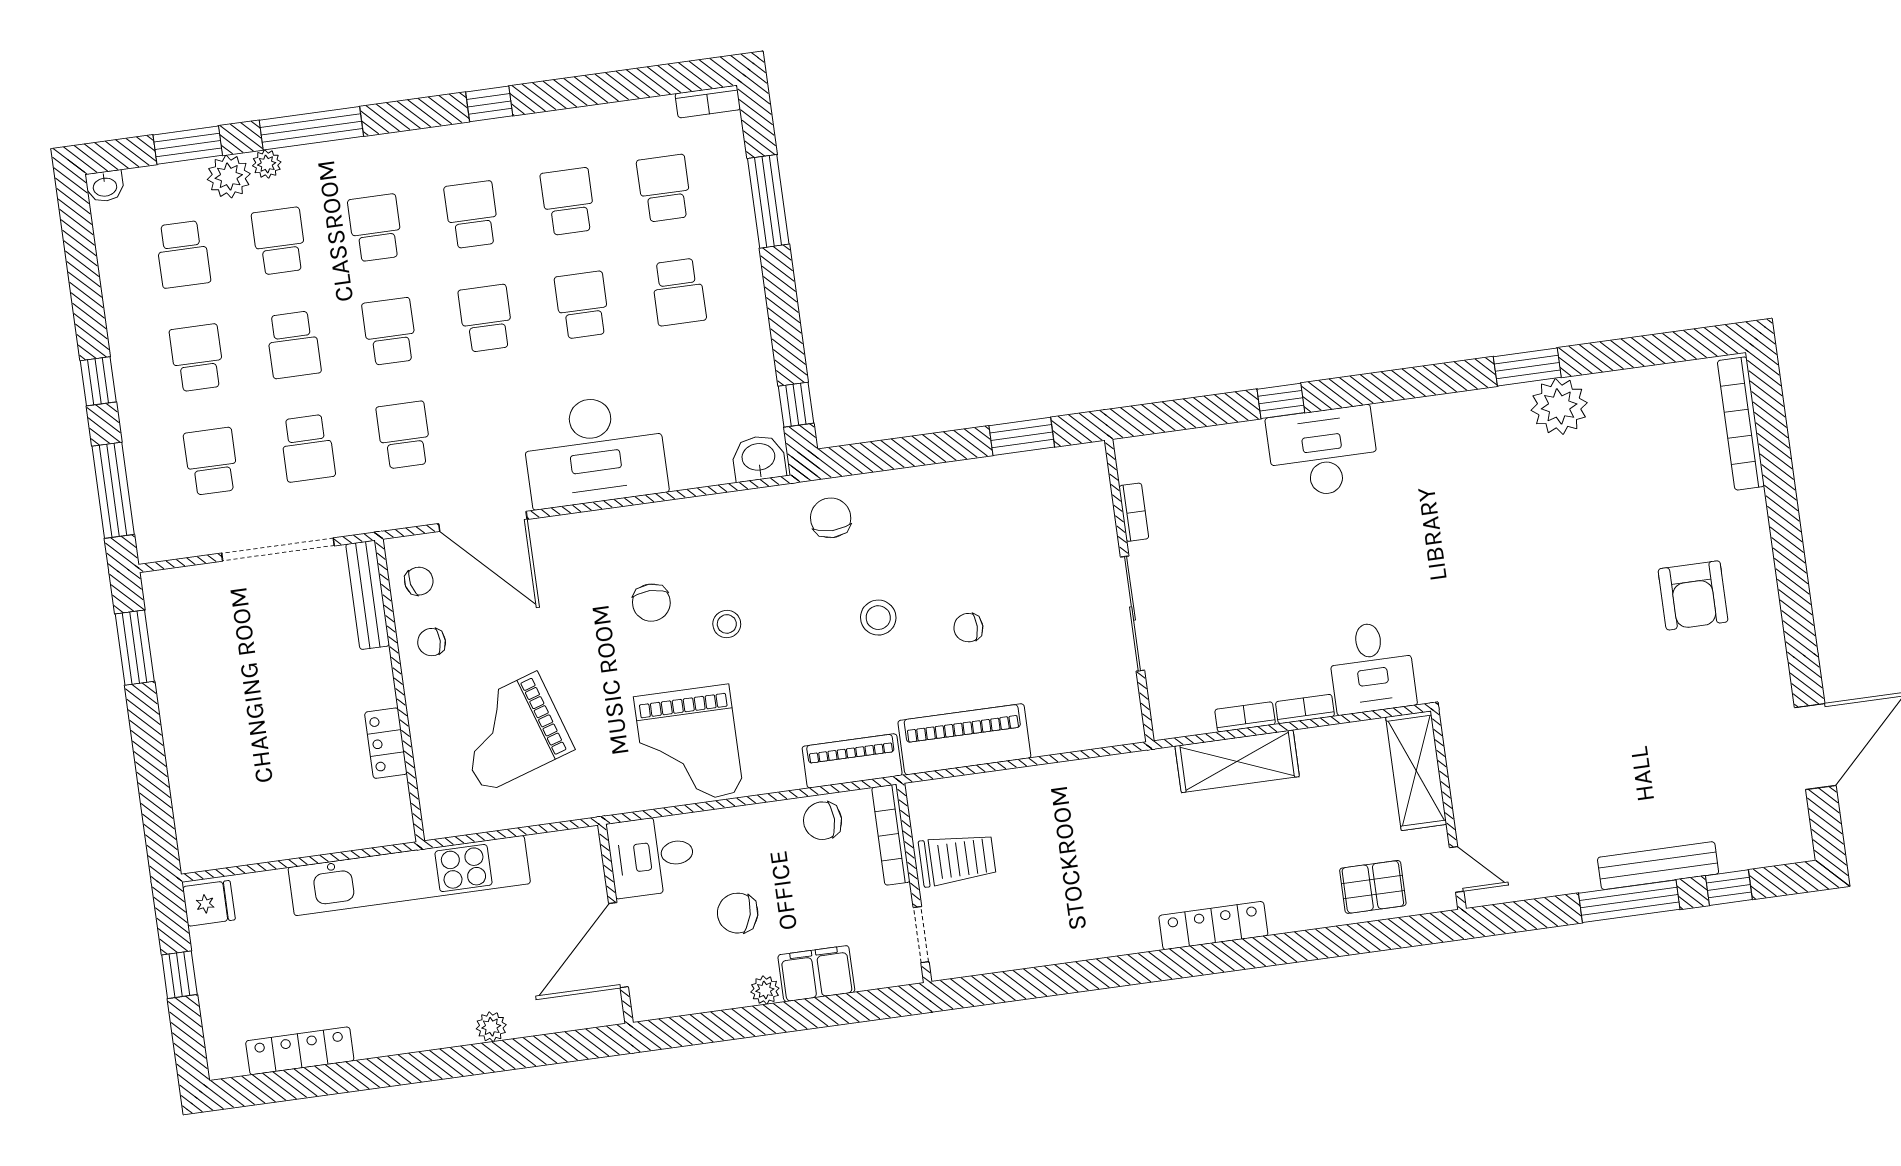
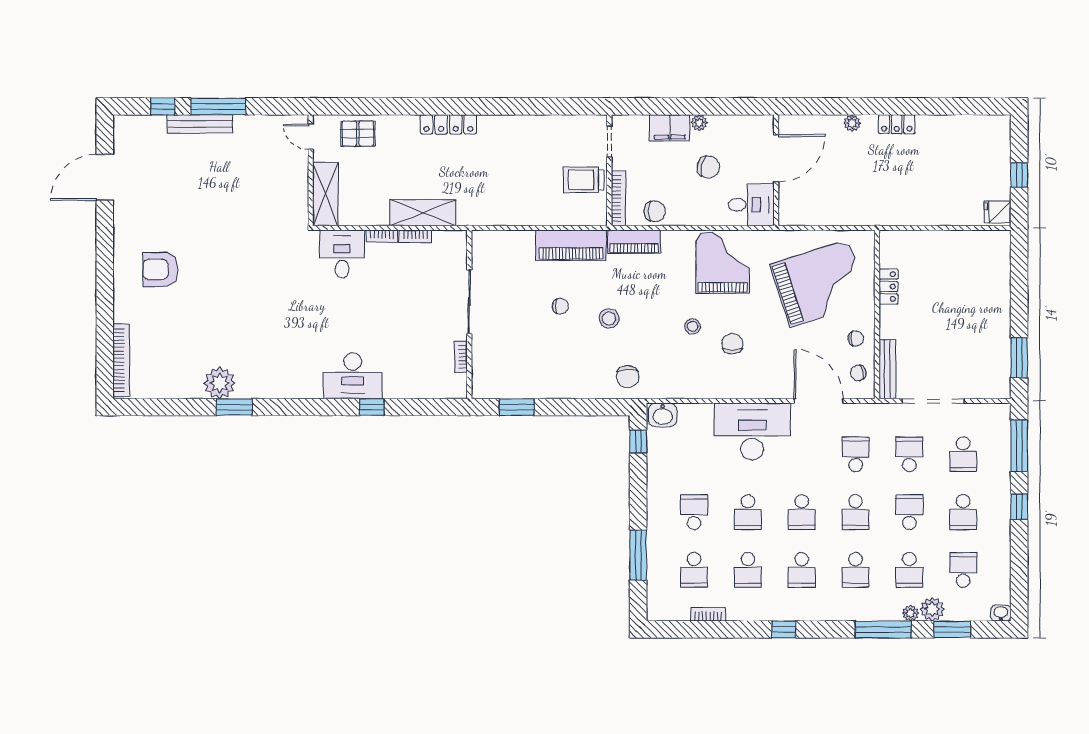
bookcase: (708, 102) -> (708, 614), moved
school desk: (404, 435) -> (856, 454), turned 180
armchair: (1693, 595) -> (160, 269), turned -90
grand piano: (511, 732) -> (819, 283), width x1.37, depth x1.48
kitchen unit: (409, 876) -> (886, 212), removed
locker: (300, 1051) -> (897, 124), moved, width x0.66

